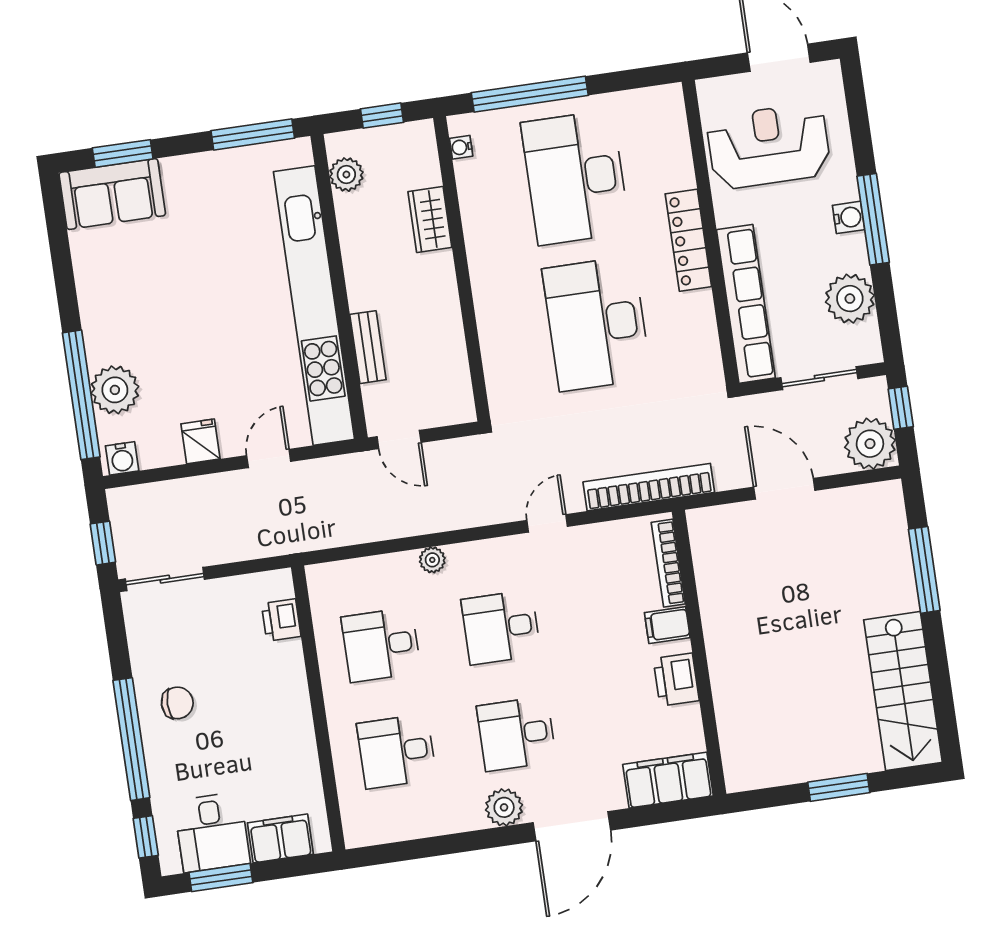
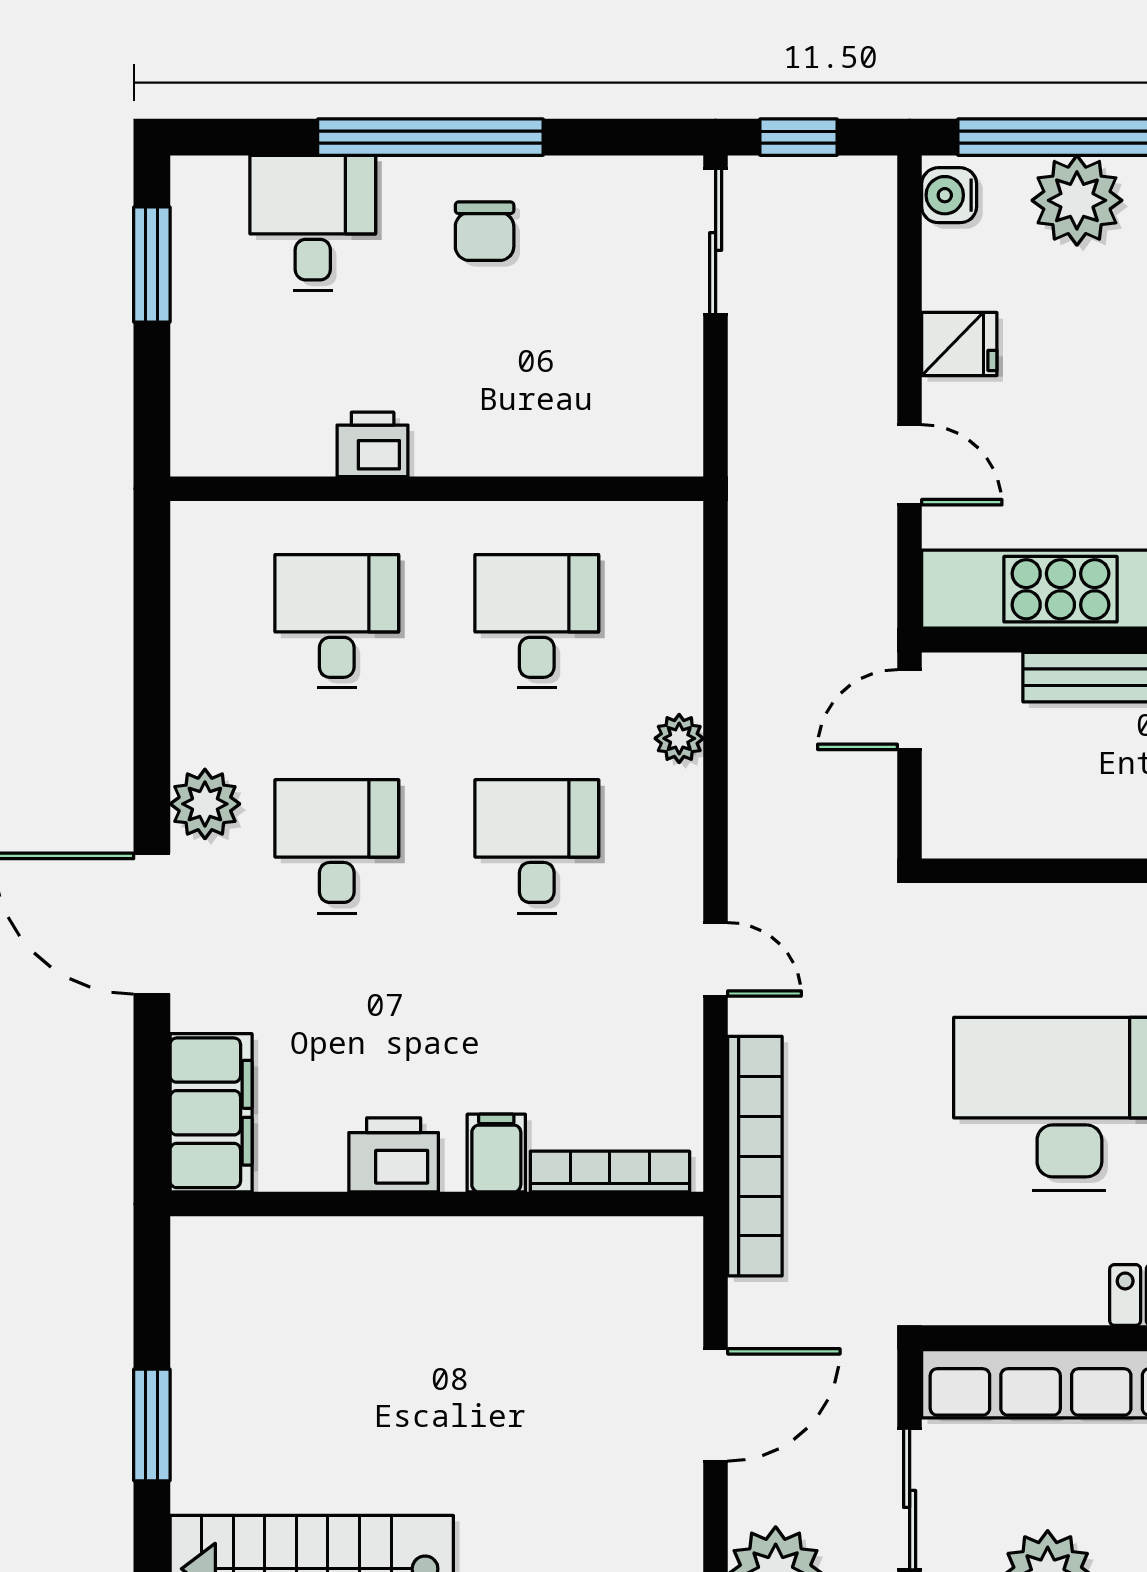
printer: (281, 620) -> (373, 444), moved
desk: (212, 832) -> (313, 223), moved, turned 90
window: (146, 837) -> (247, 137), removed
filing cabinet: (280, 838) -> (208, 384), removed

